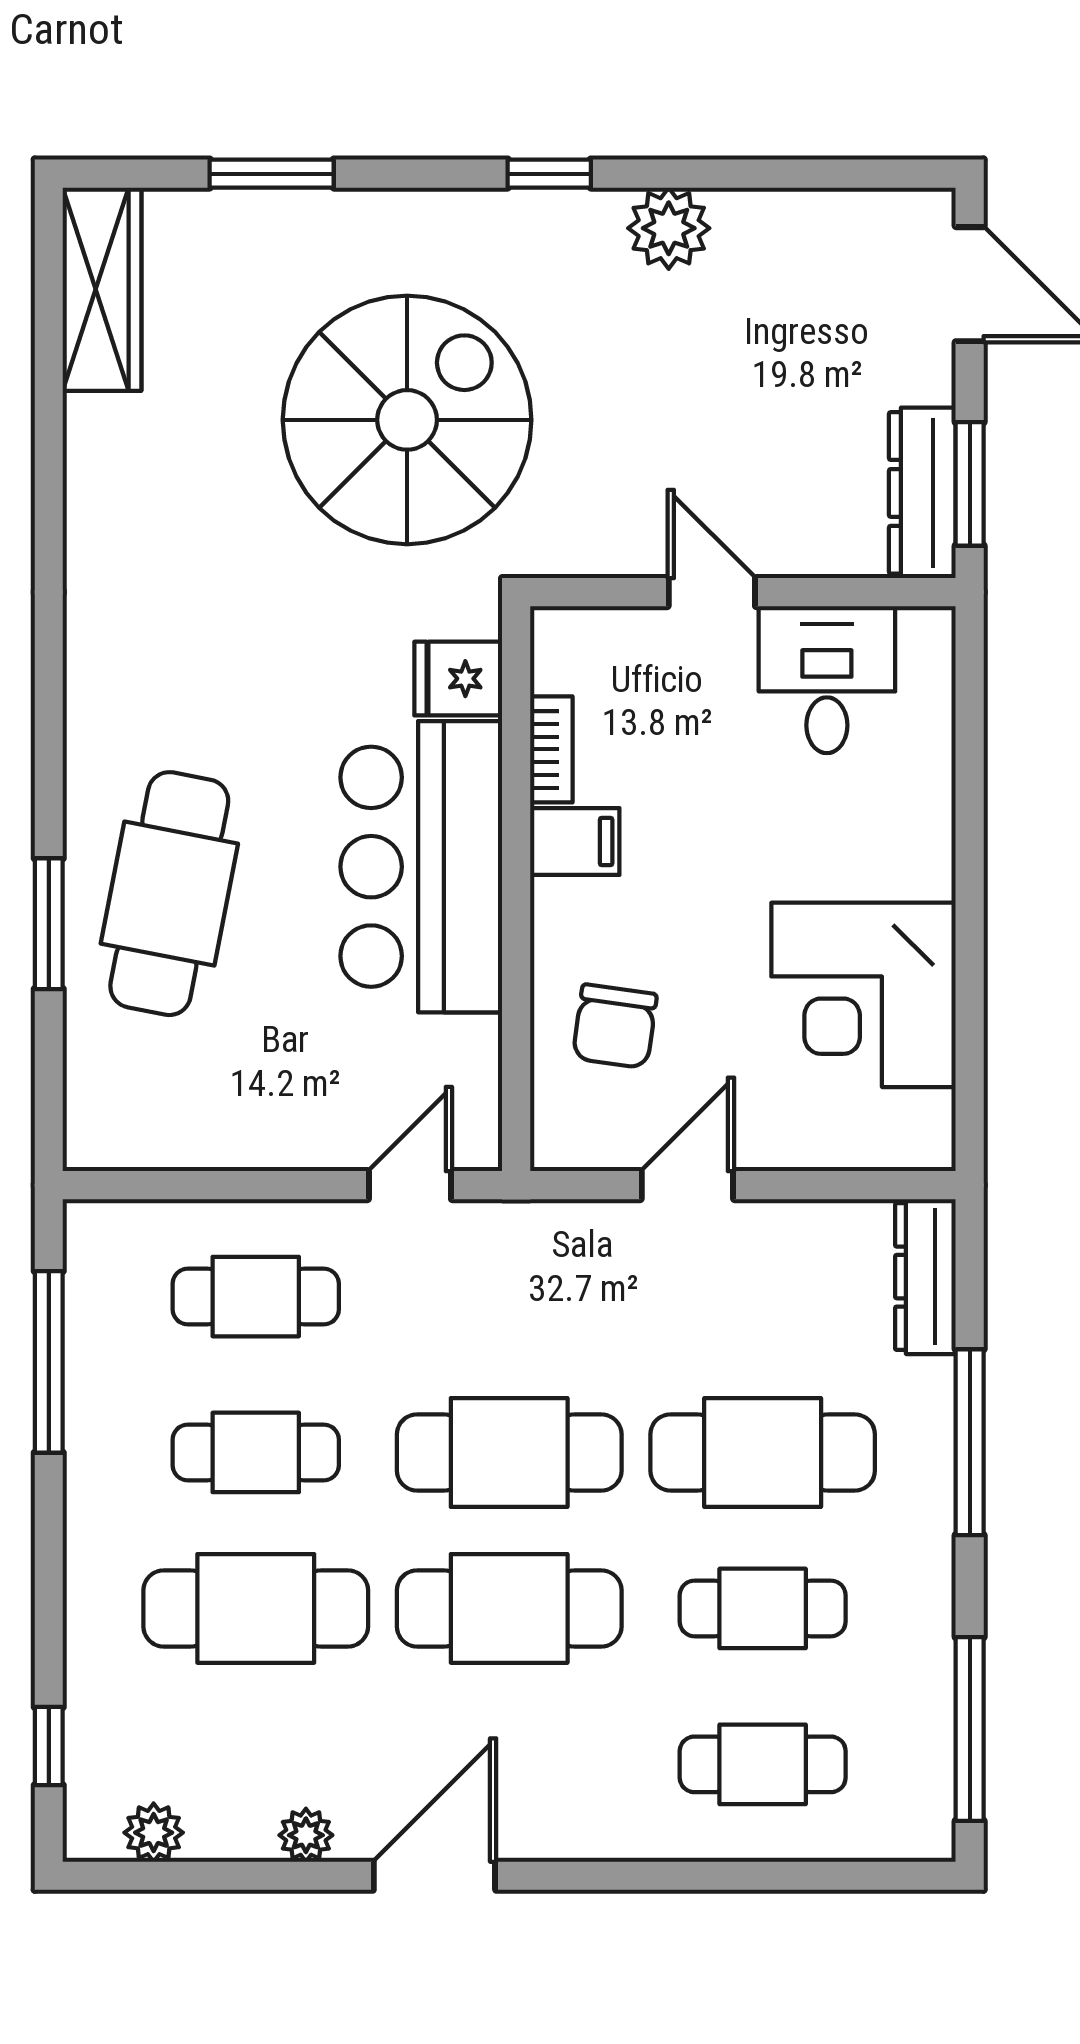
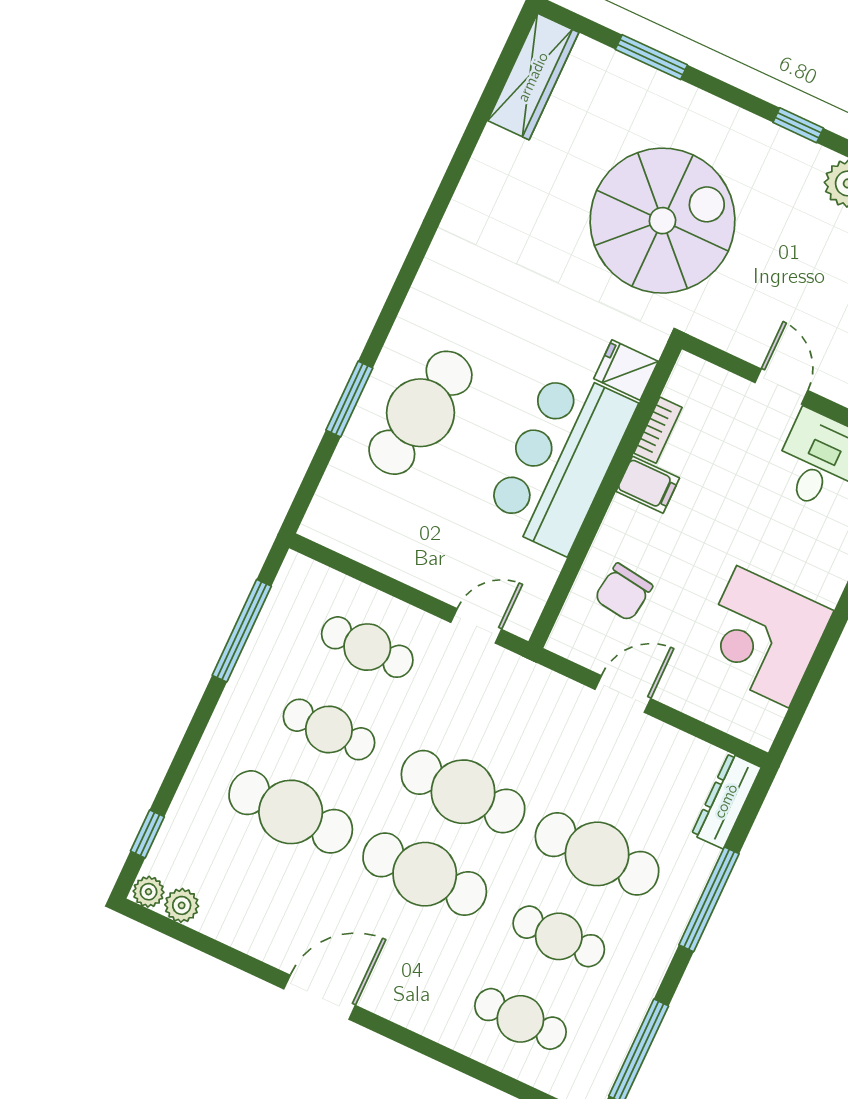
plant: (306, 1835) -> (149, 892), moved

